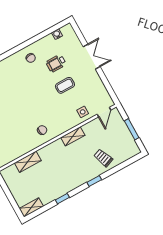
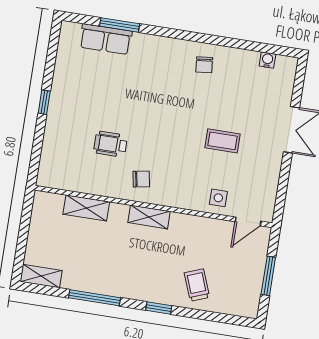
wheelchair: (56, 63) -> (110, 144), moved
shelving: (73, 136) -> (149, 217), moved
window: (62, 199) -> (95, 298), width x2.17

